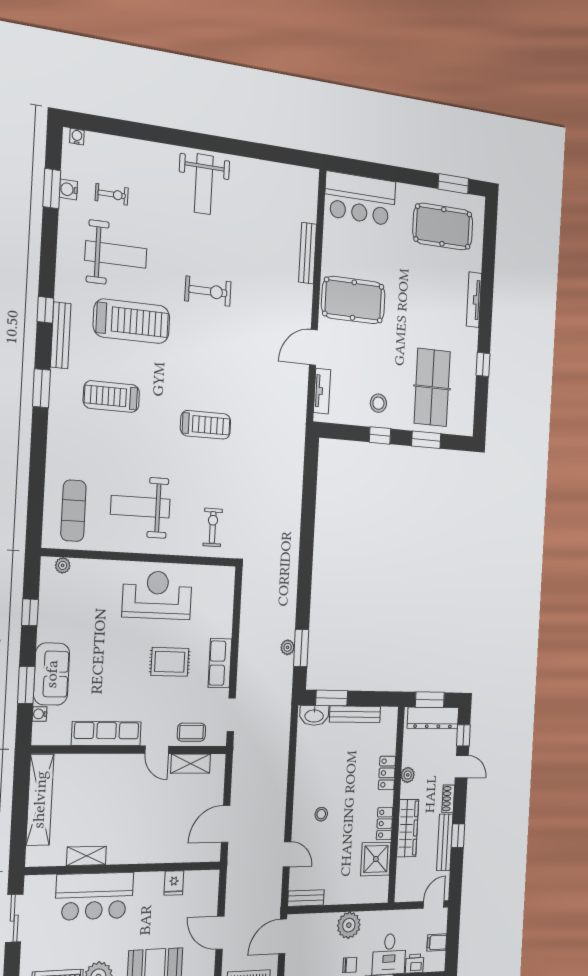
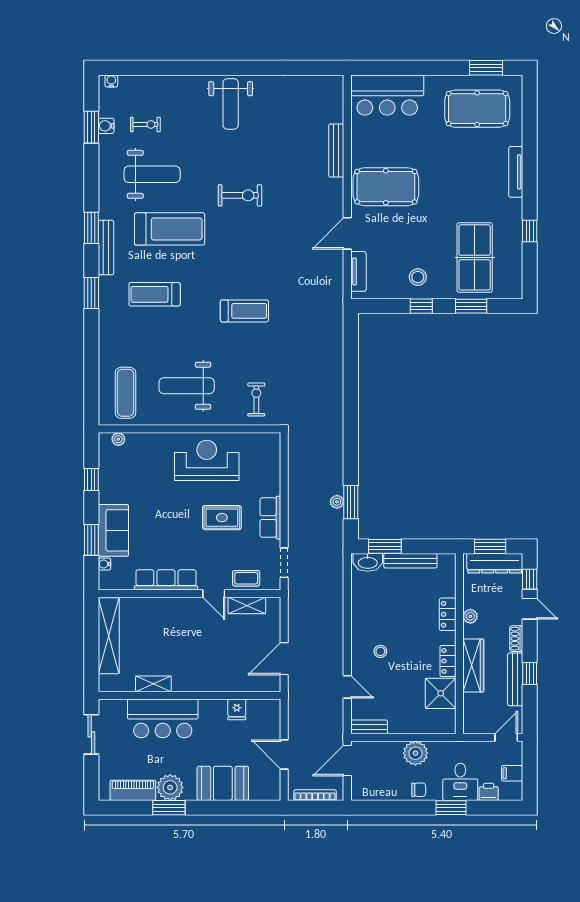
window: (45, 310) -> (91, 228), width x1.50

